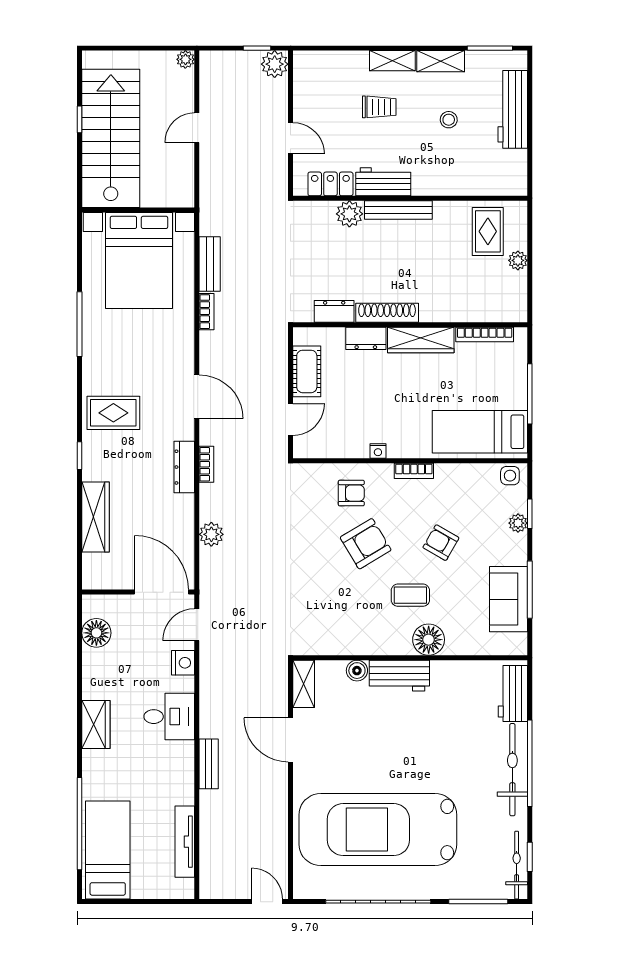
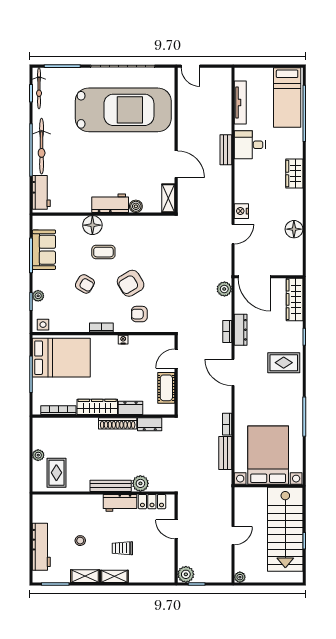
bed: (480, 432) -> (61, 358), width x1.50
wall: (138, 592) -> (269, 277), moved
door: (162, 592) -> (254, 277), moved
desk: (169, 717) -> (250, 145), moved

